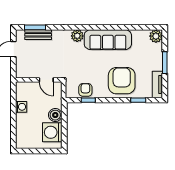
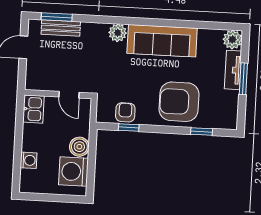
armchair: (122, 81) -> (179, 102), turned -90
tv unit: (157, 85) -> (233, 70), moved
kitchen sink: (22, 91) -> (33, 109), added
washing machine: (21, 107) -> (29, 160), moved

